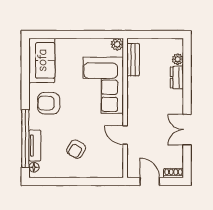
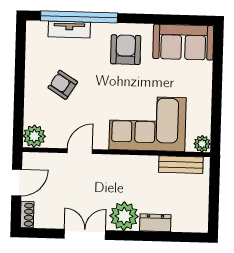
plant: (178, 59) -> (124, 216), moved, width x1.88, depth x1.88
floor lamp: (34, 167) -> (40, 27), removed
plant: (115, 169) -> (34, 136), added

